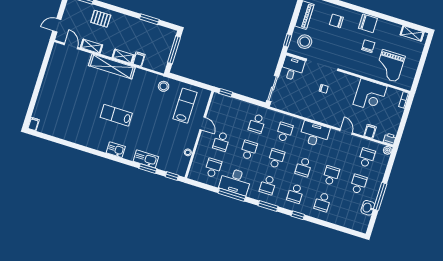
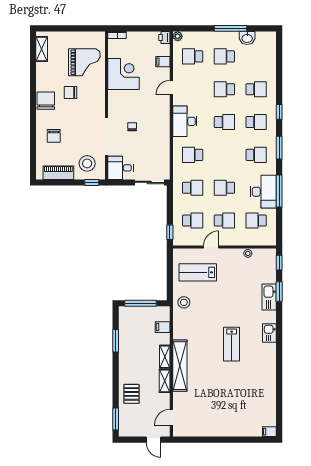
shelving: (92, 46) -> (165, 381), moved
filing cabinet: (139, 59) -> (163, 327), moved
school desk: (276, 158) -> (193, 221), moved, turned 180

